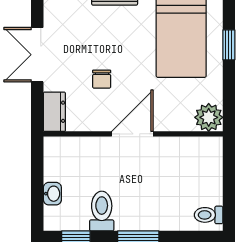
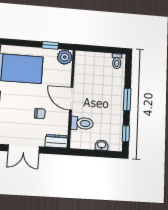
window: (229, 45) -> (50, 45), moved
toilet: (102, 211) -> (82, 123), moved, turned 180

